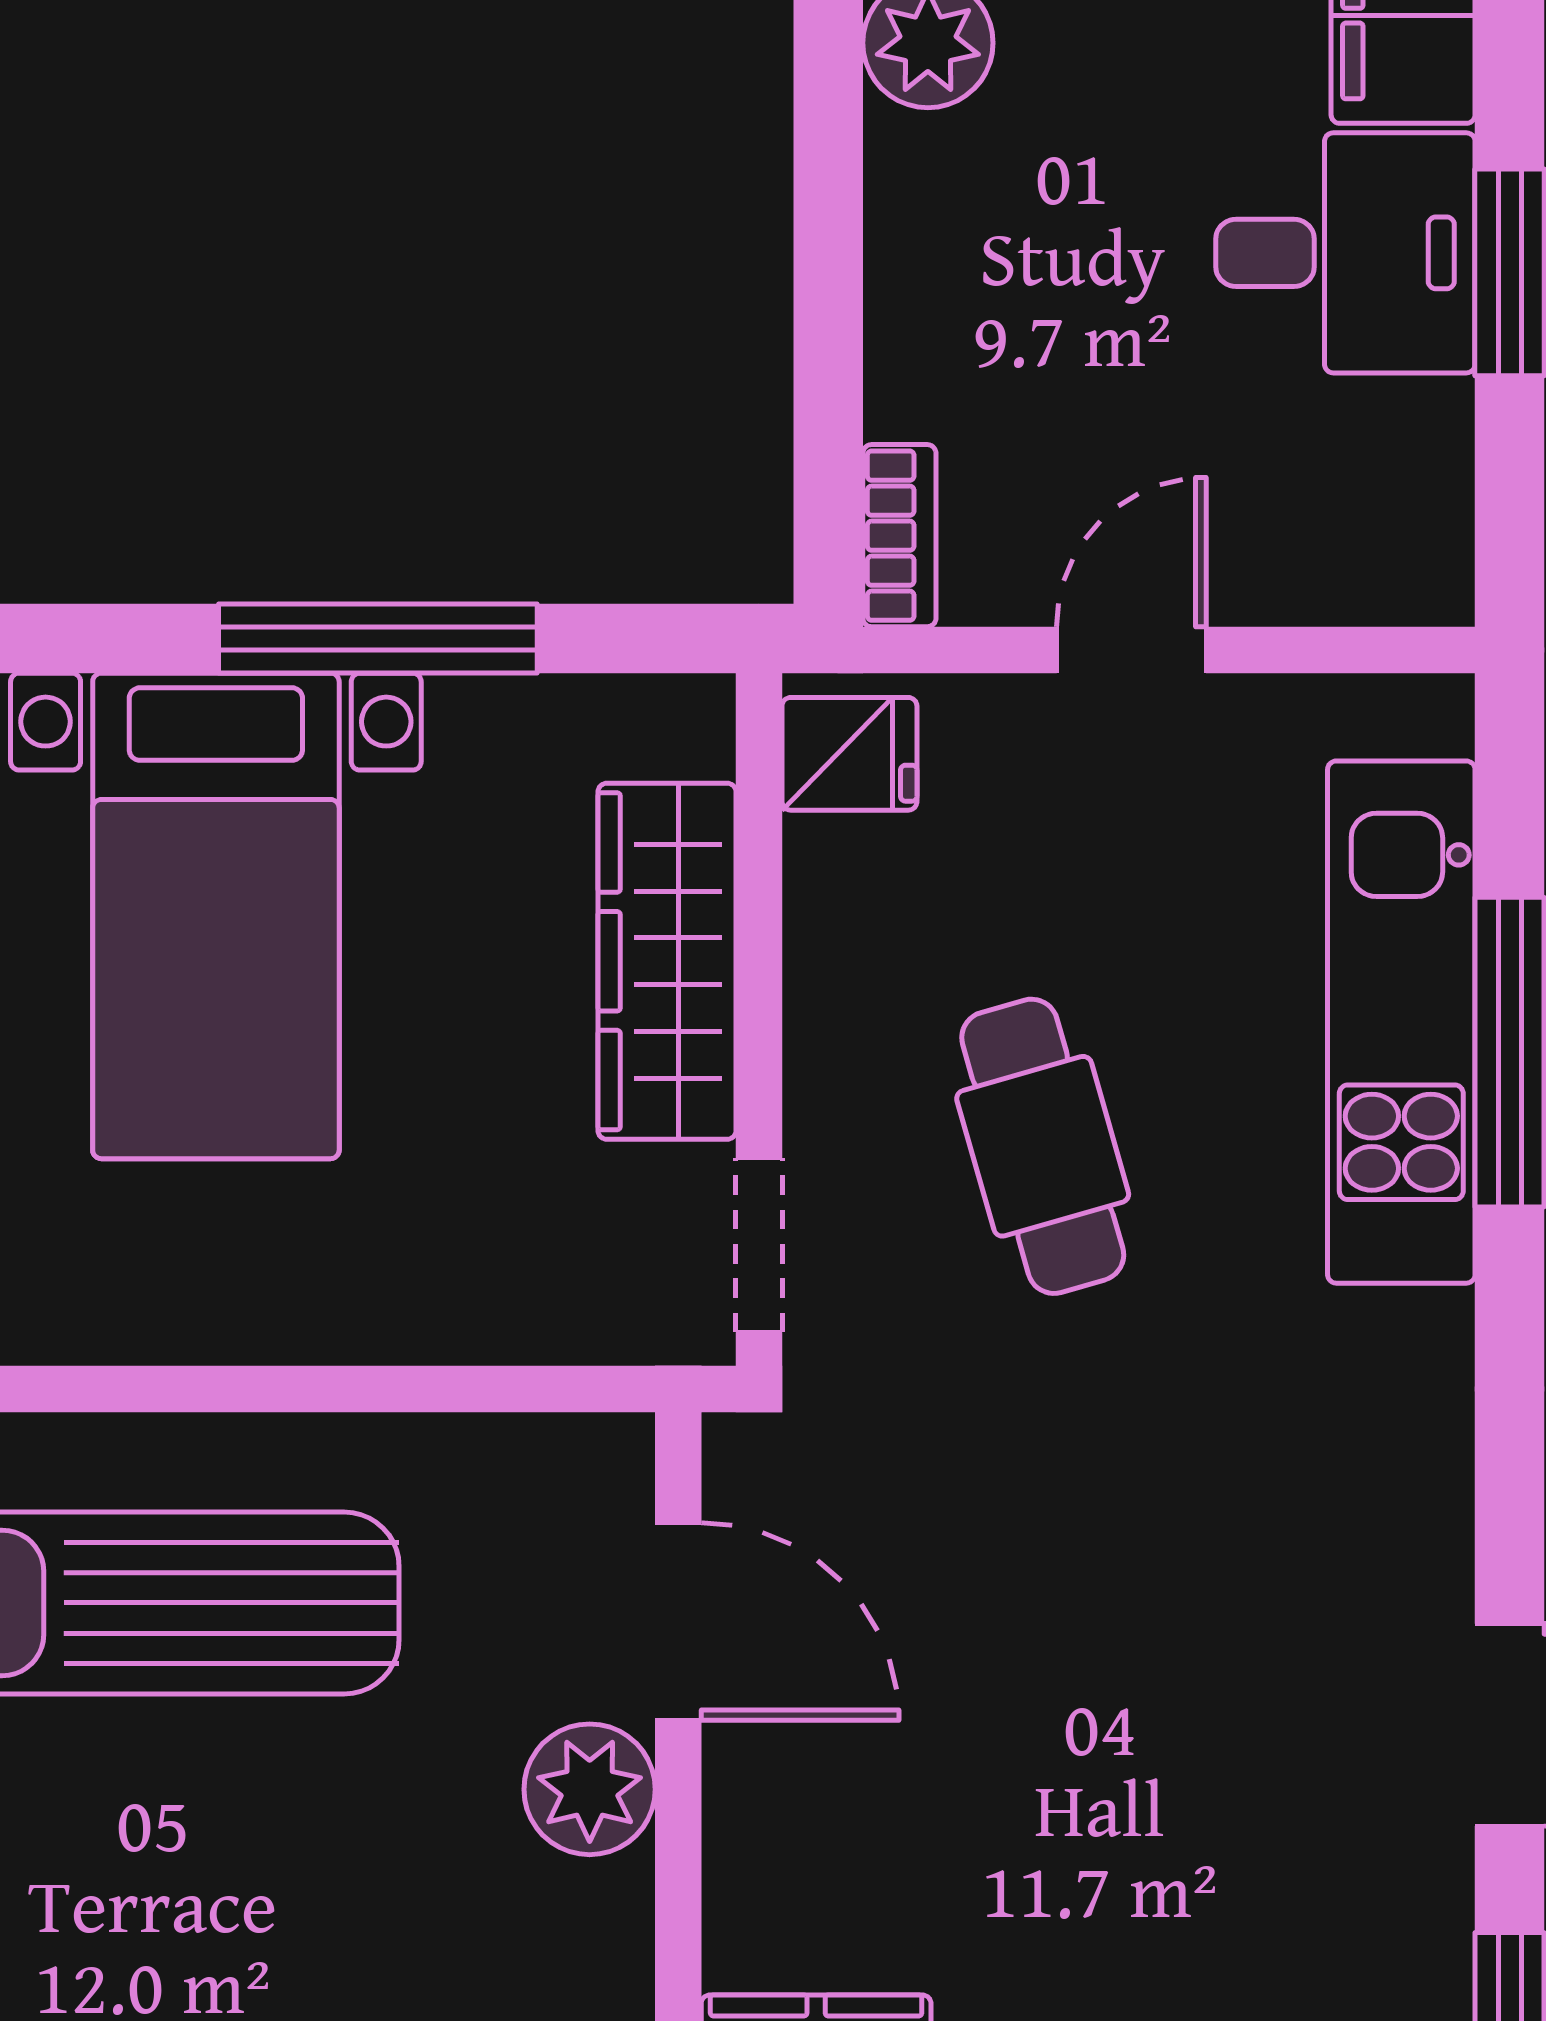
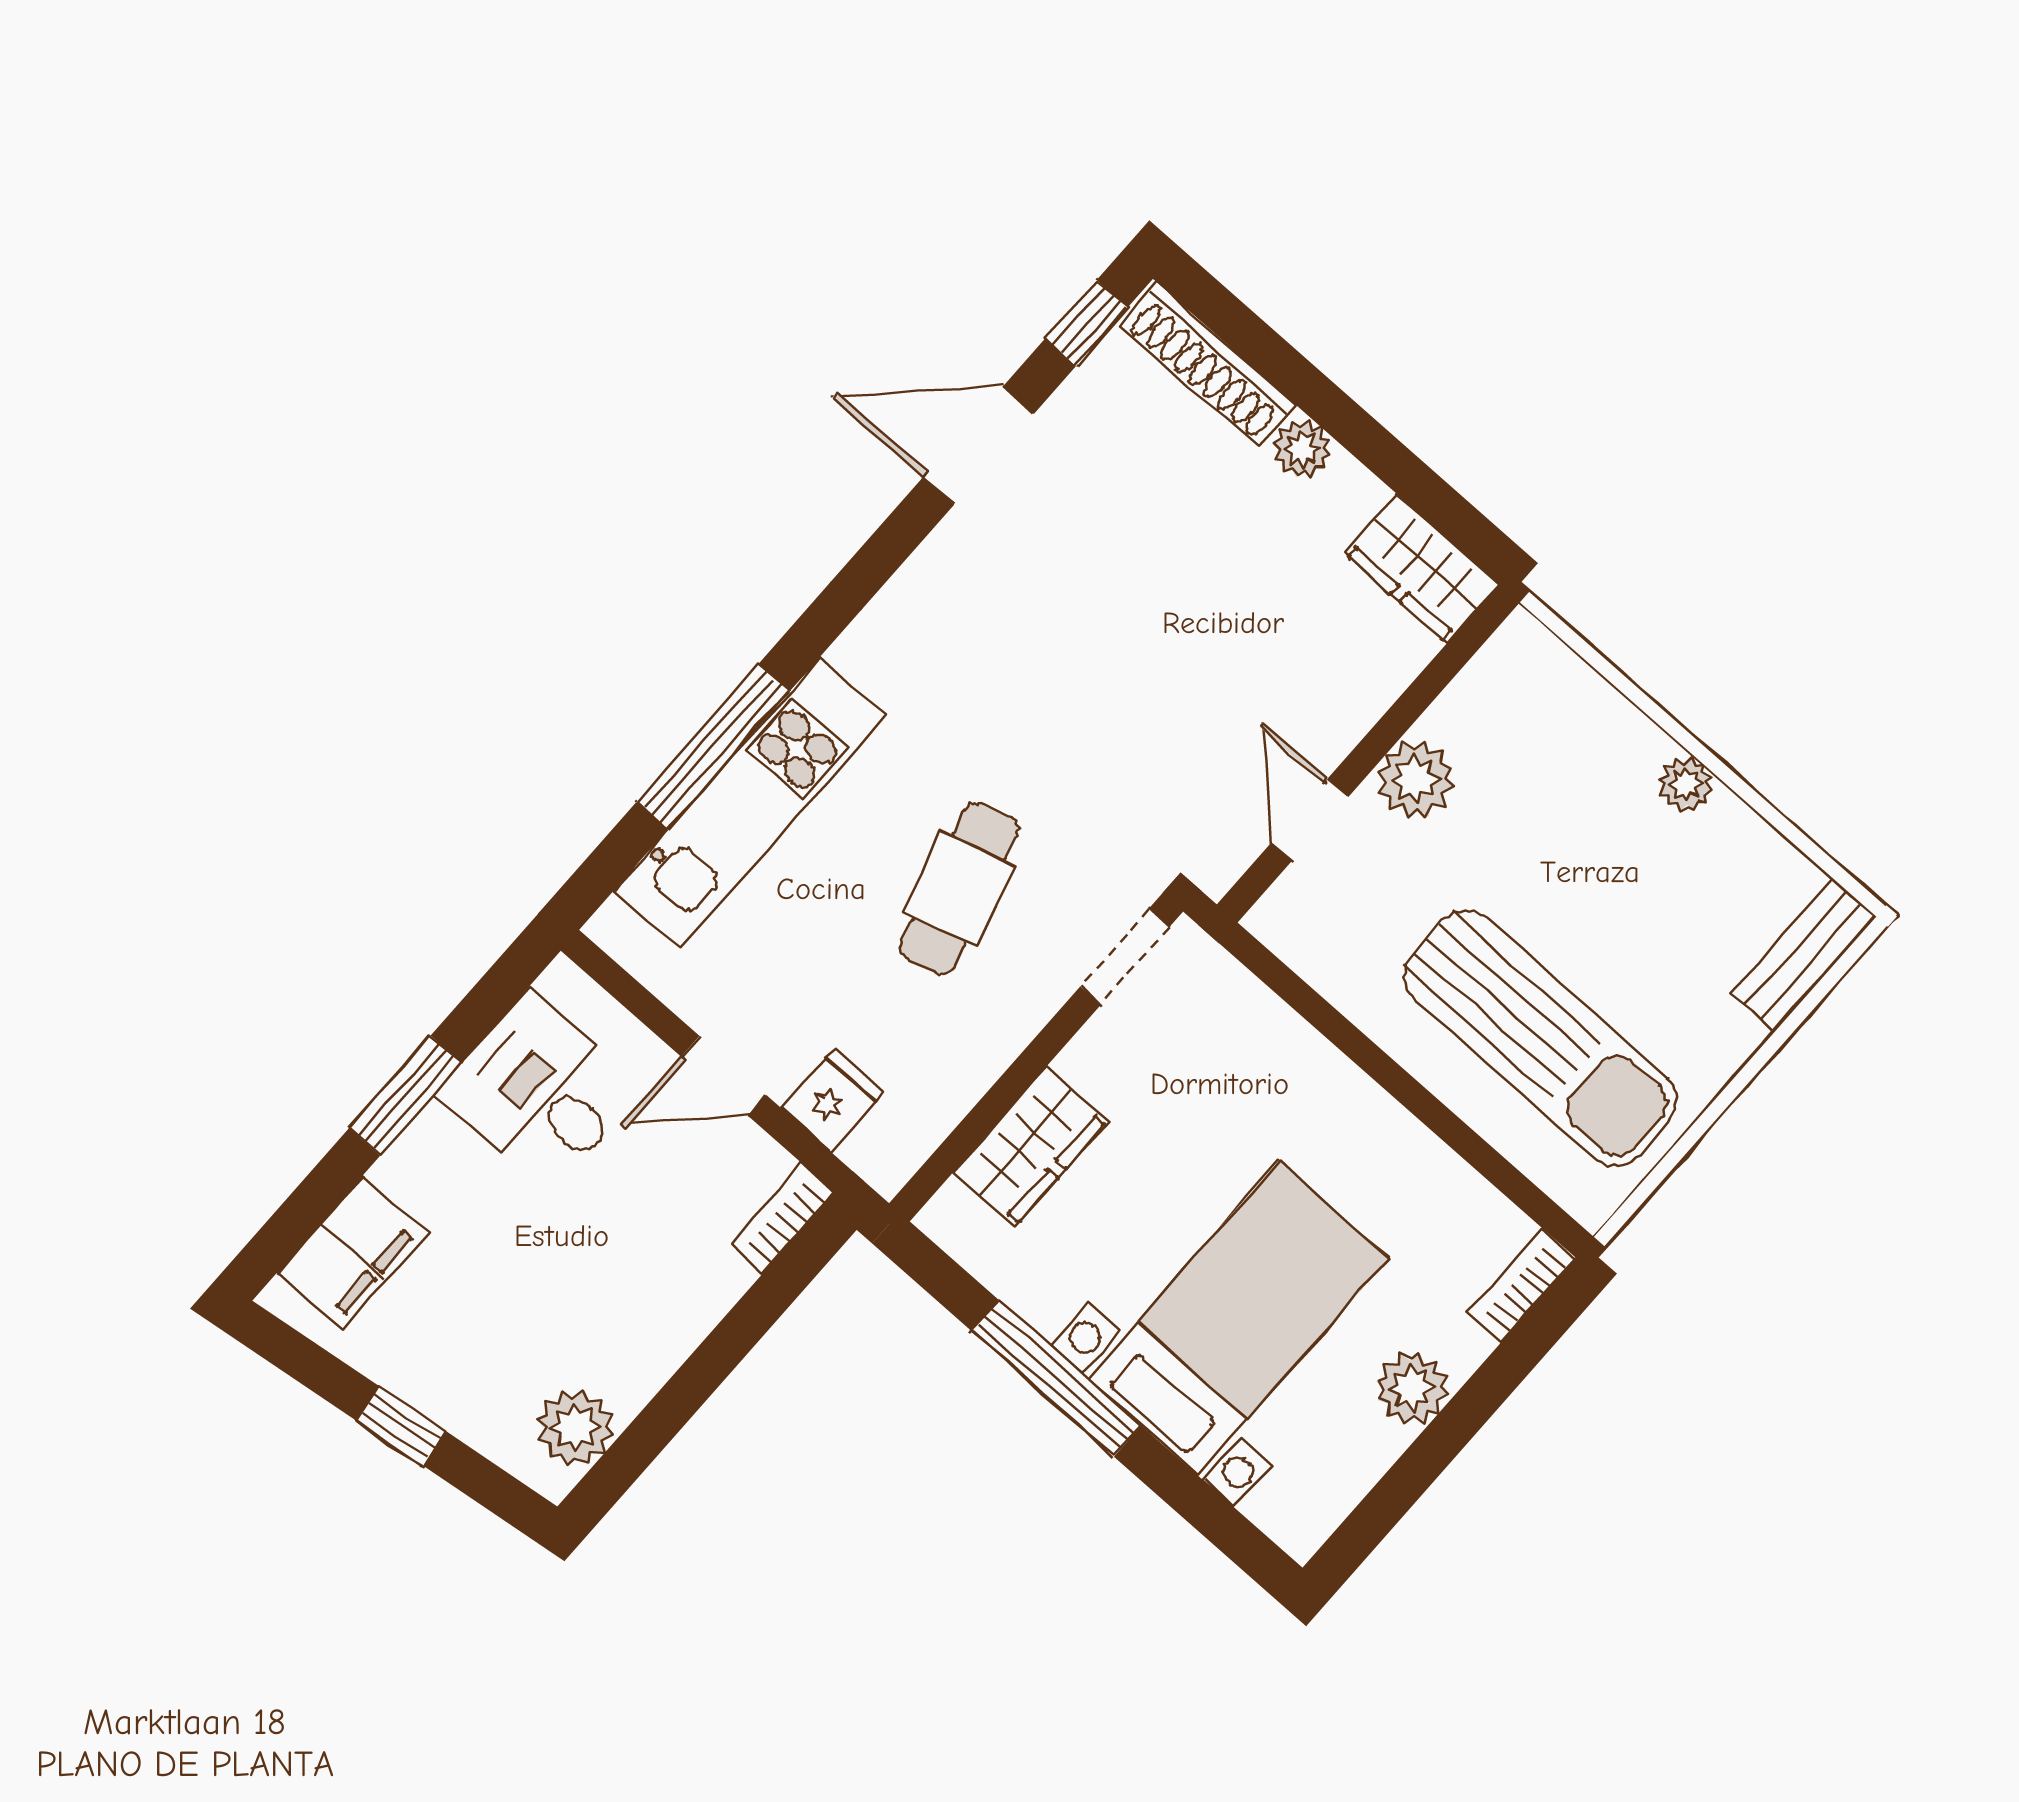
desk: (1345, 253) -> (540, 1091), moved
fridge: (849, 754) -> (832, 1100), moved, turned 90
wardrobe: (667, 961) -> (1031, 1146), width x0.67
door: (678, 1621) -> (1310, 820), width x0.73

